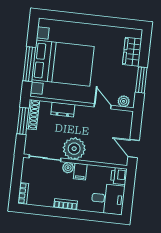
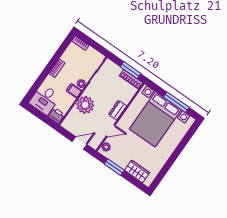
window: (29, 64) -> (176, 102), moved
dresser: (63, 110) -> (118, 110), moved
plant: (74, 149) -> (85, 105), moved
door: (134, 149) -> (80, 143), moved

